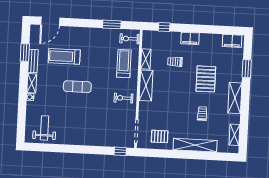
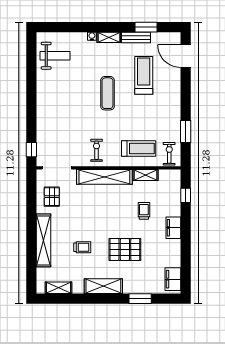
shelving: (146, 86) -> (104, 177), width x1.47

